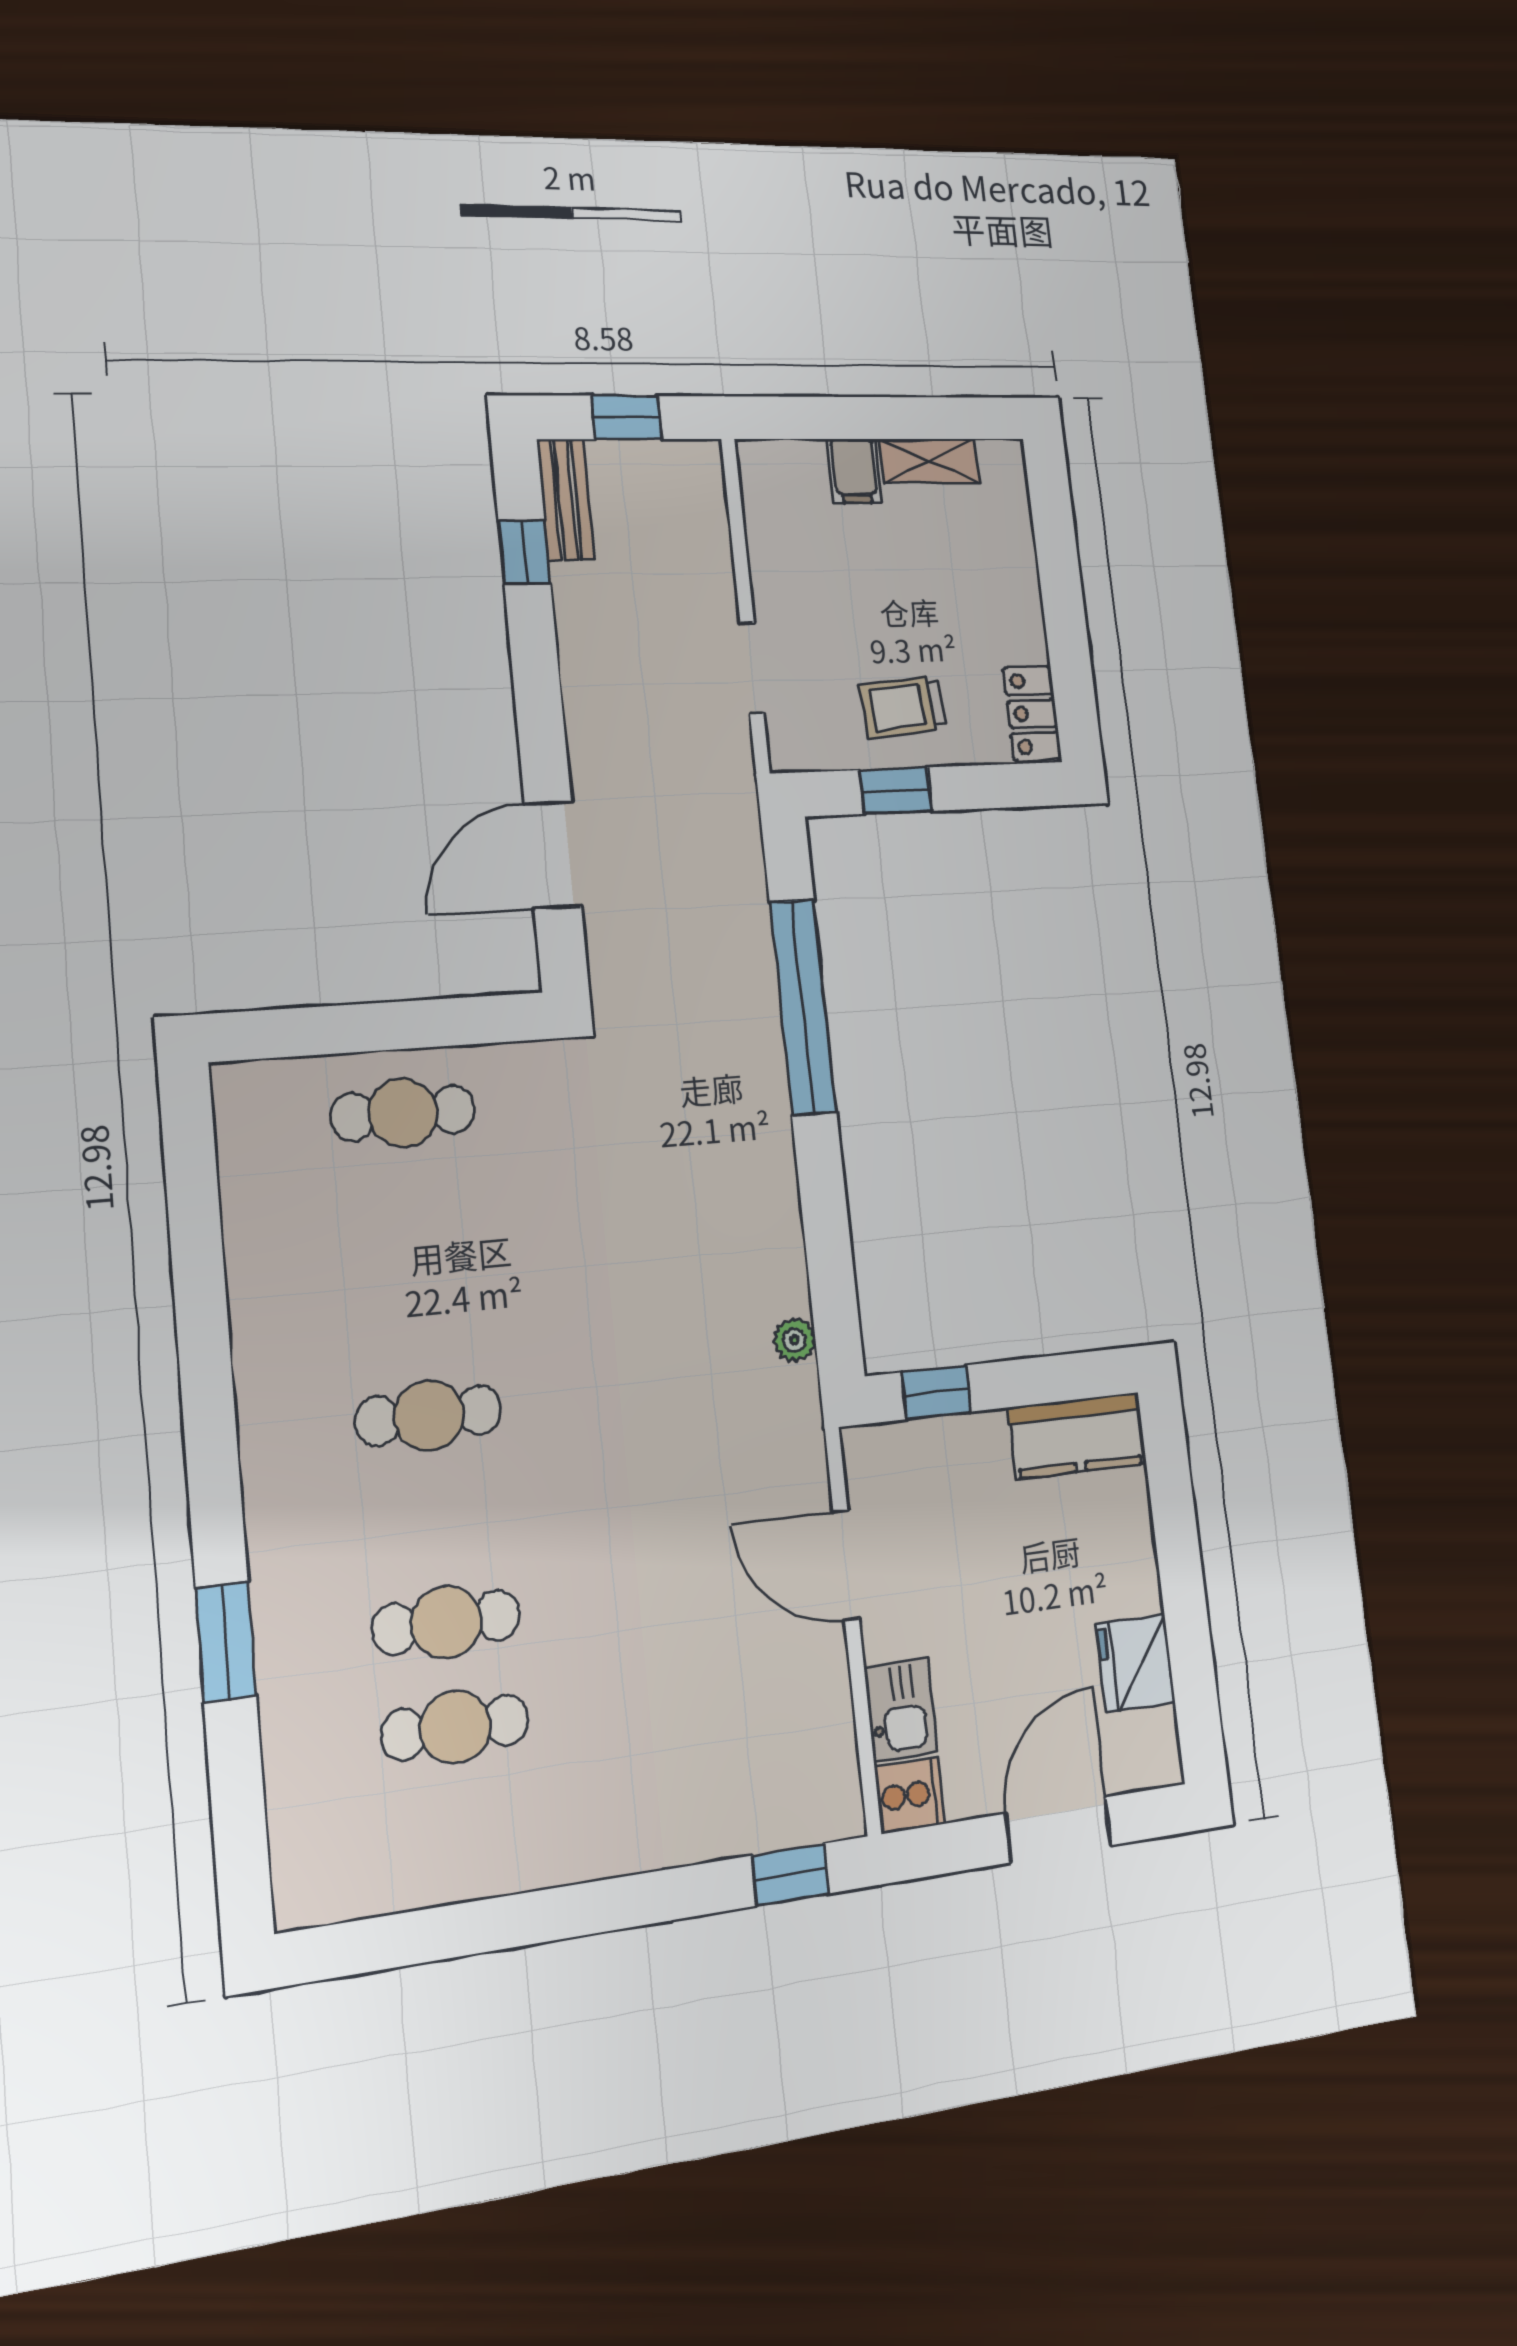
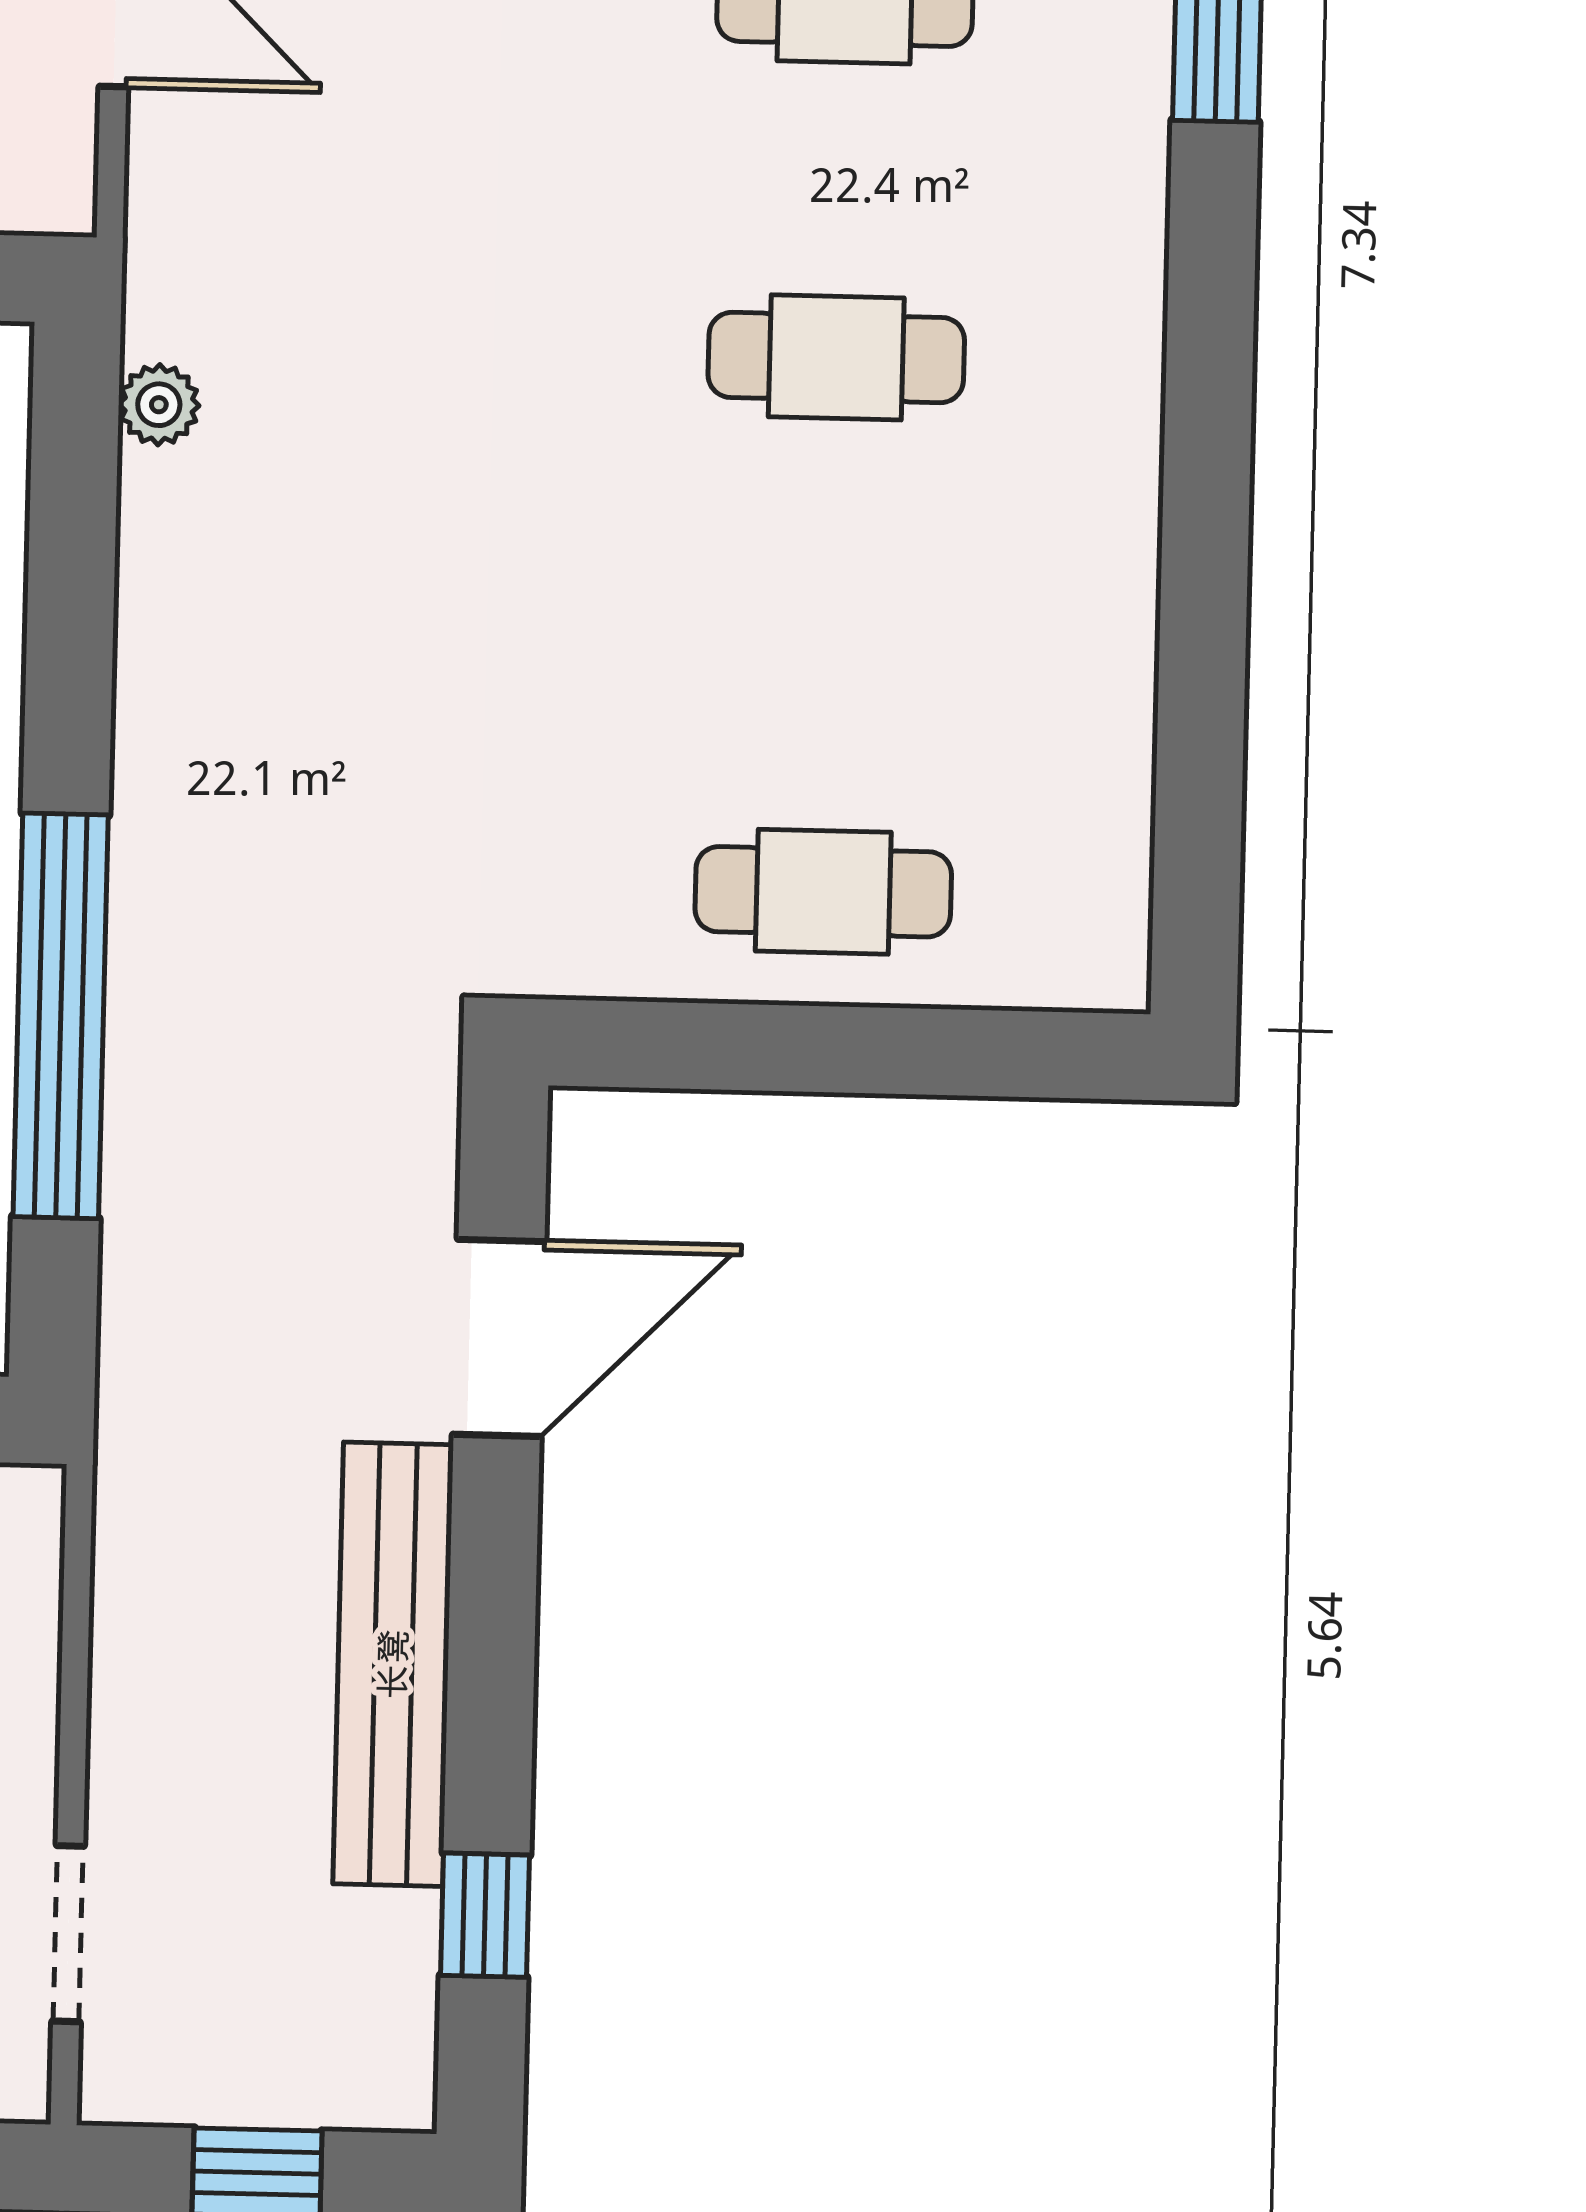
bench: (566, 499) -> (393, 1664), moved, width x1.86, depth x1.21
doorway: (752, 668) -> (68, 1934), moved

